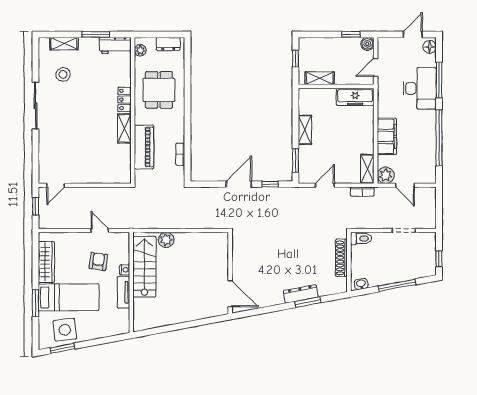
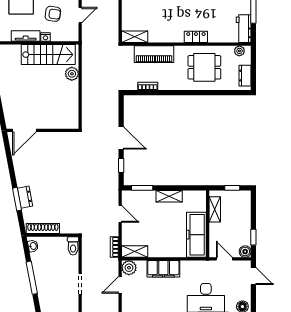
door: (413, 34) -> (253, 276), moved
freezer: (355, 97) -> (196, 235), width x1.36, depth x1.26
shelving: (124, 128) -> (135, 37), moved
shoe rack: (341, 258) -> (43, 229), moved
dresser: (301, 294) -> (25, 197), width x0.70

